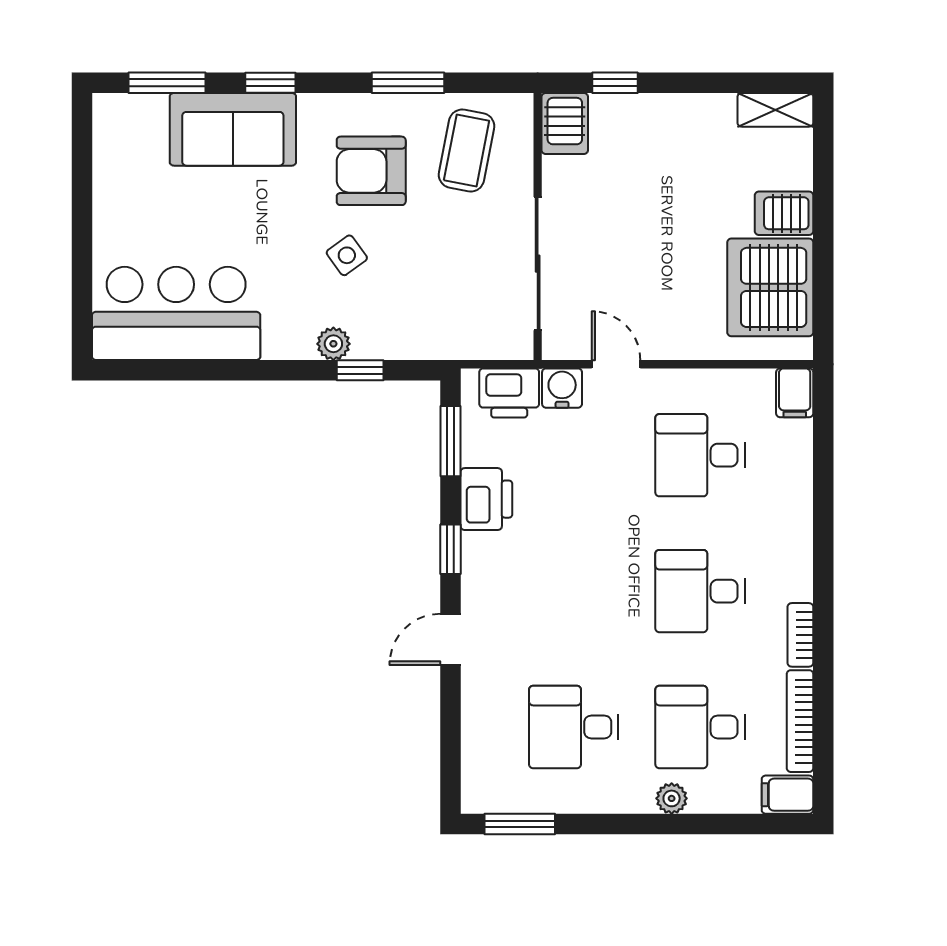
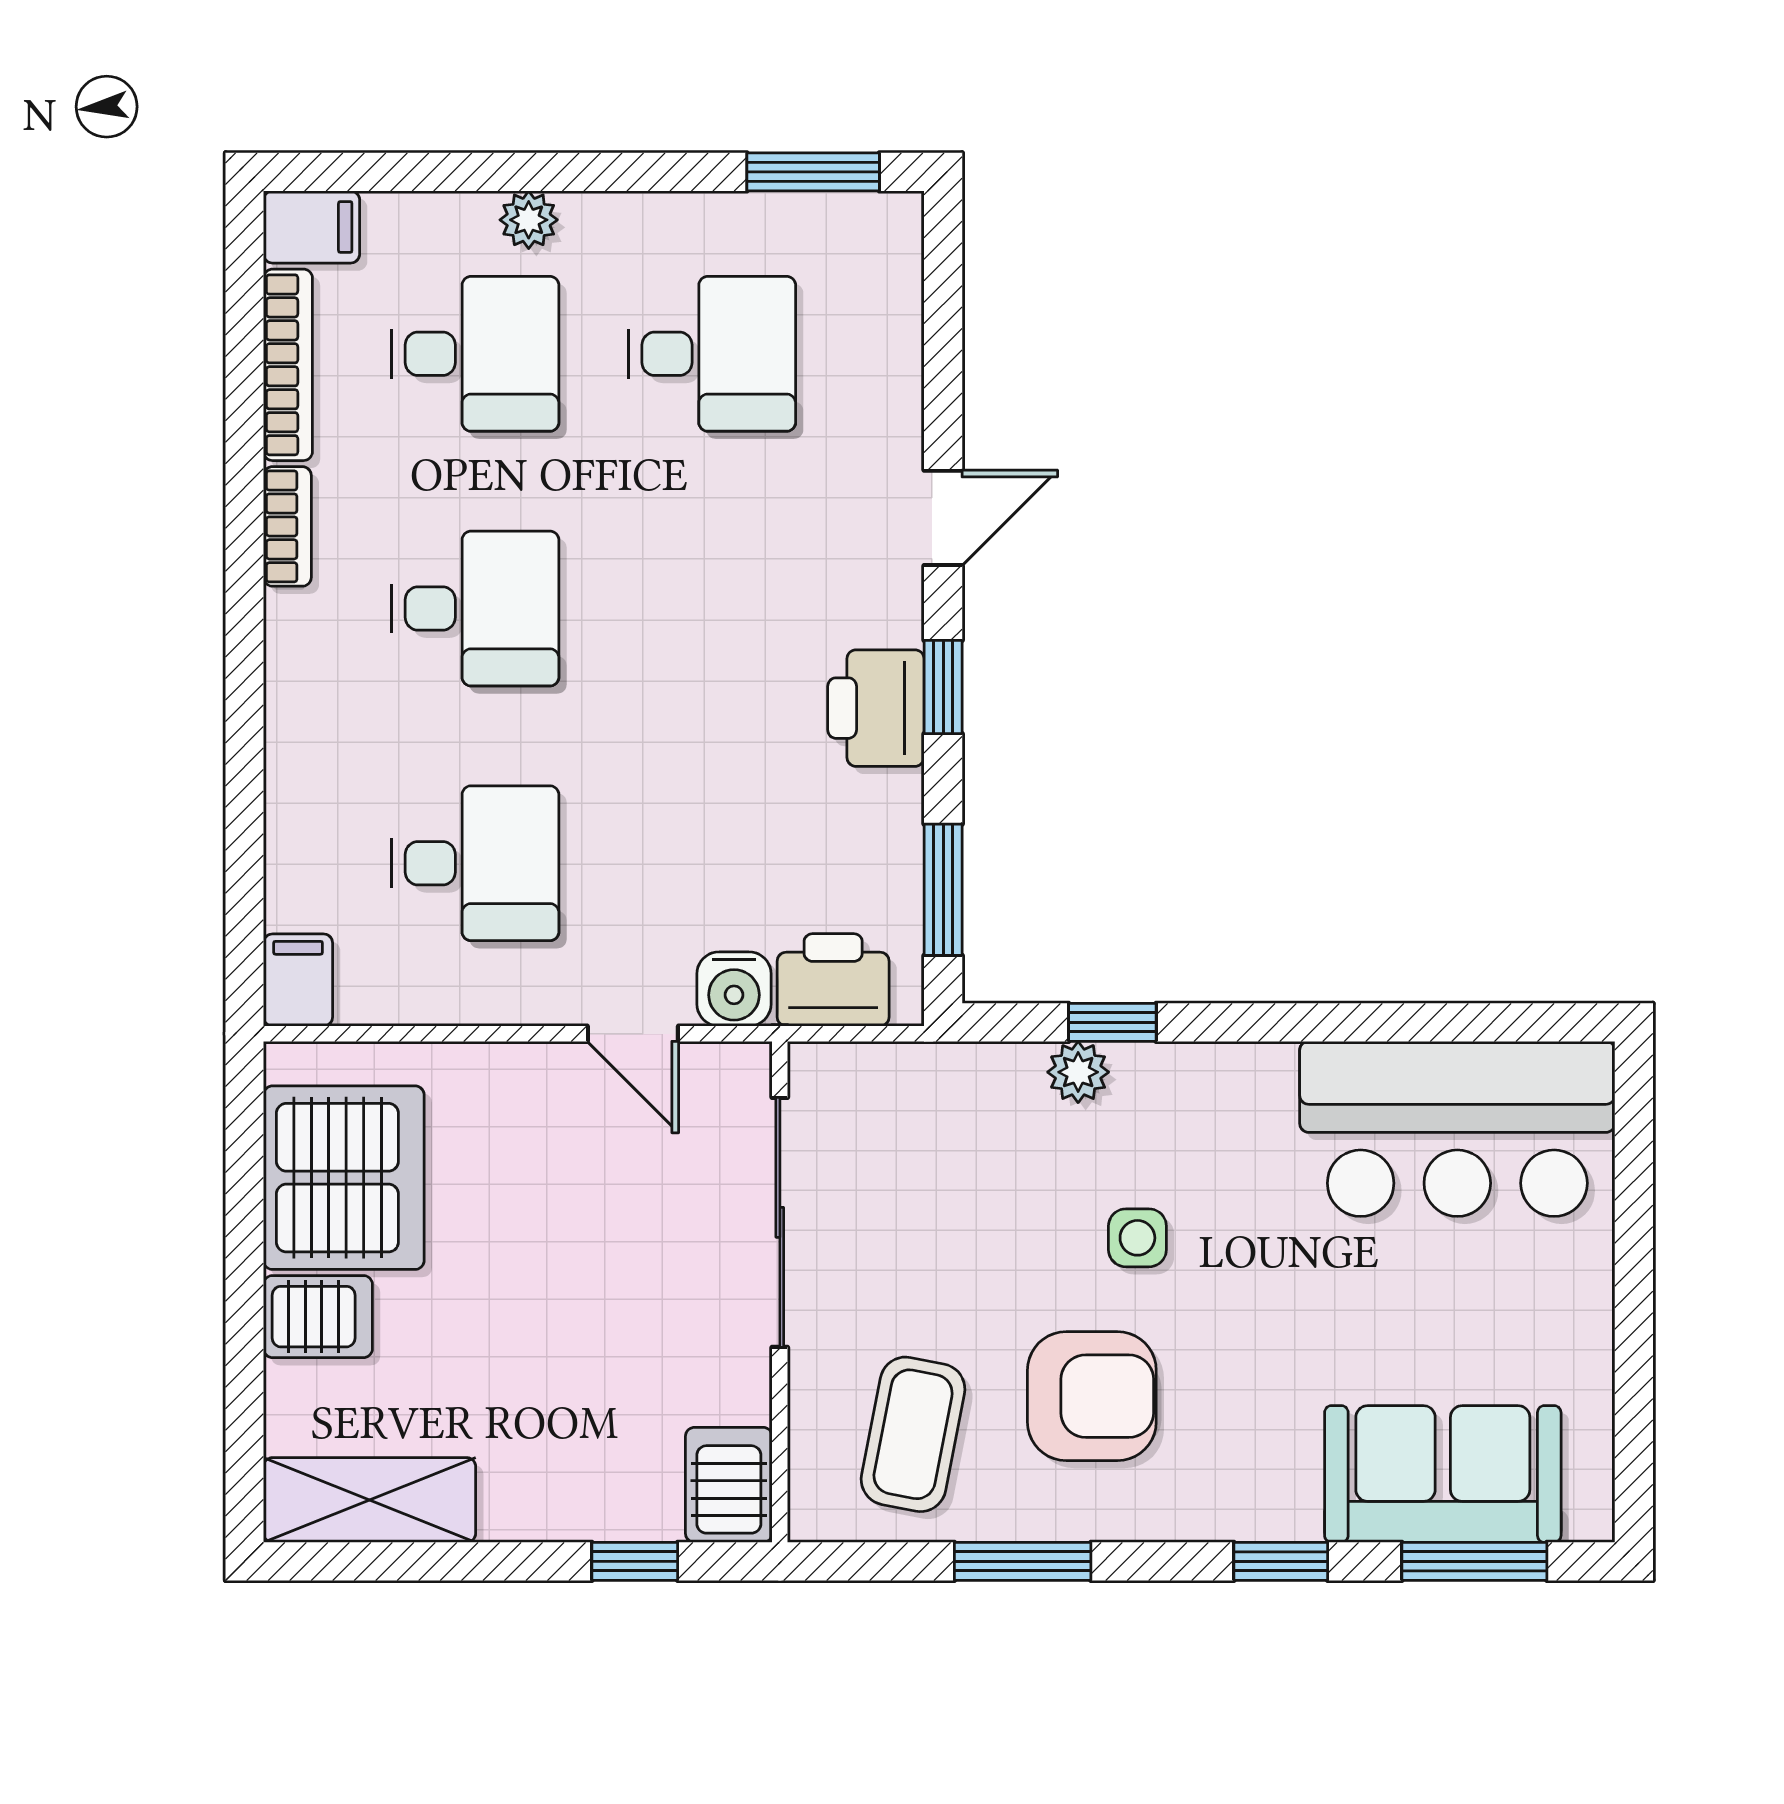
shelving: (775, 110) -> (370, 1500), width x1.50, depth x1.33
sofa: (233, 129) -> (1443, 1474), moved
side table: (347, 255) -> (1137, 1238), turned 36
plant: (333, 344) -> (1078, 1072), moved
printer: (486, 499) -> (876, 708), moved

